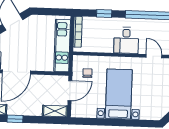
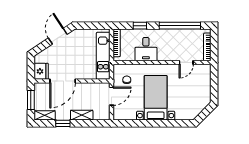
desk: (126, 40) -> (146, 49), moved
door: (154, 56) -> (186, 62), swing flipped
shelving: (55, 111) -> (82, 115), moved

